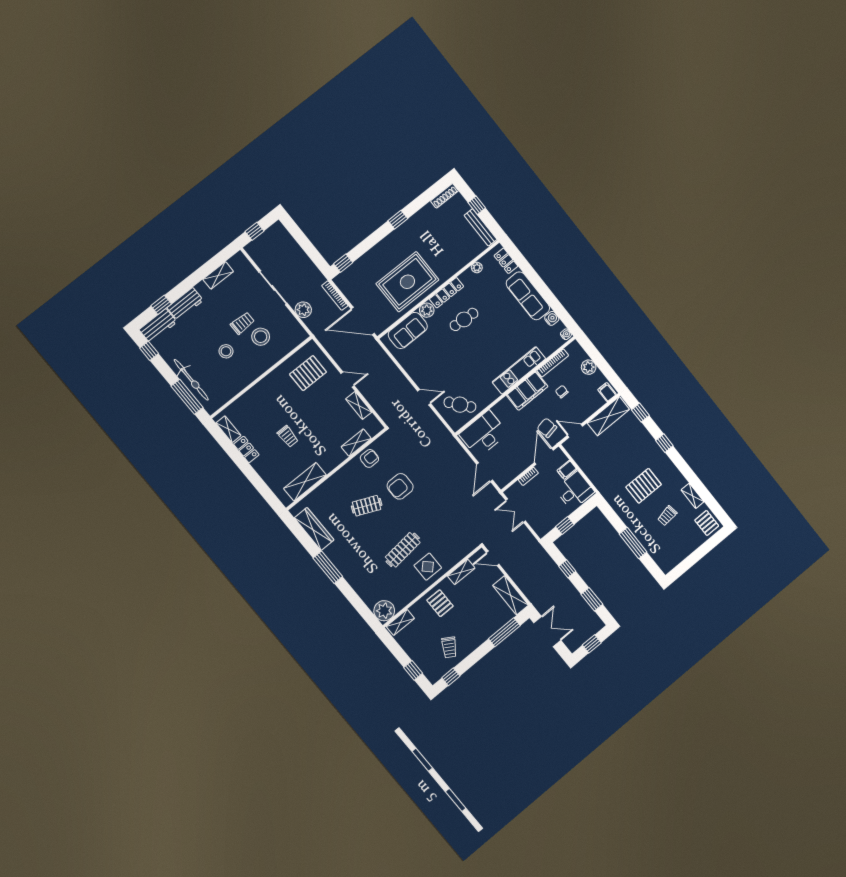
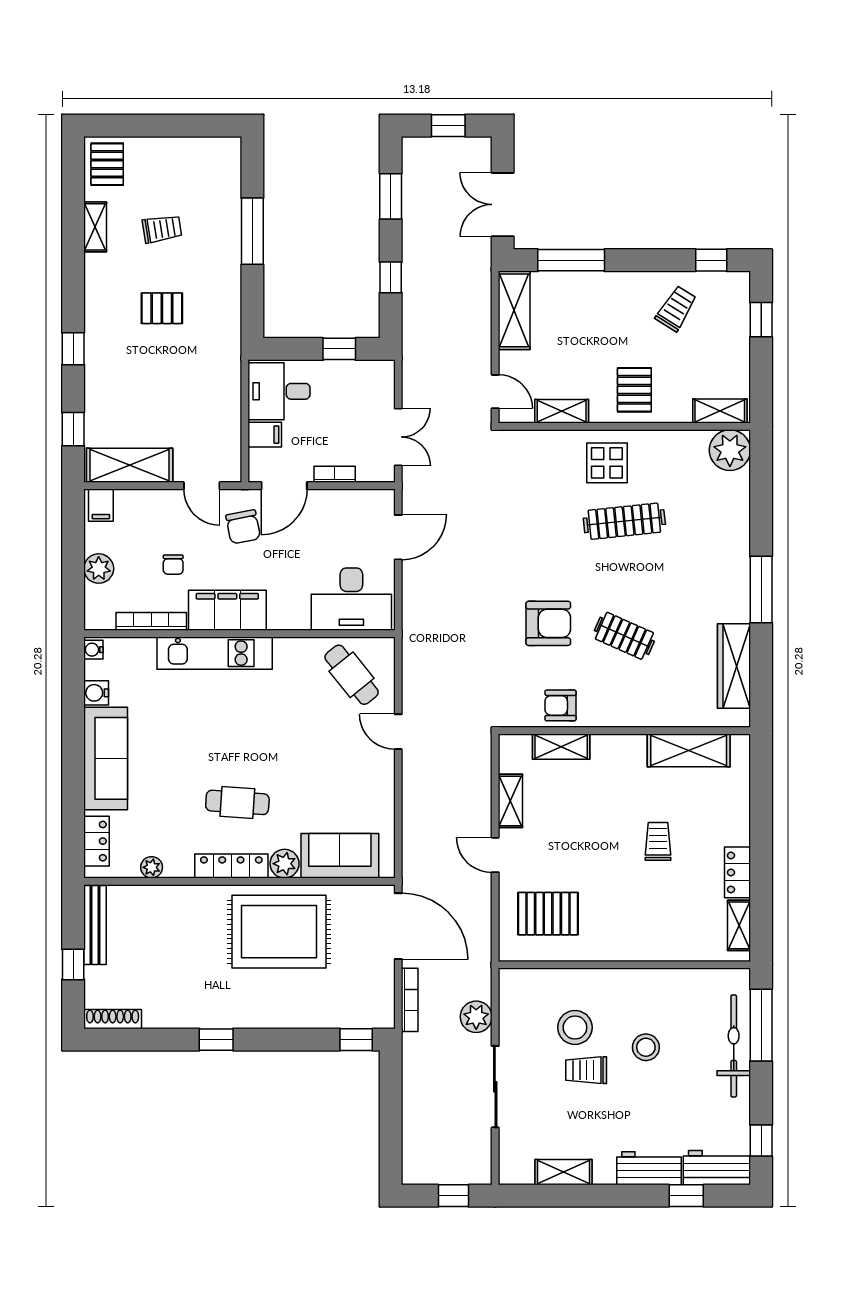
pallet: (644, 486) -> (162, 308), width x0.67, depth x0.71

